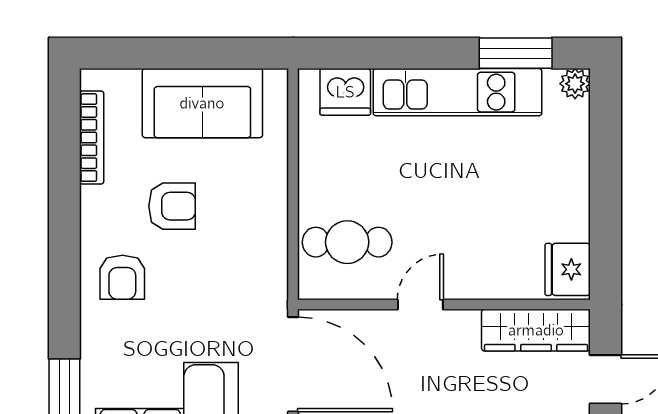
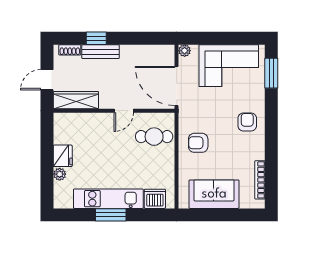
window: (516, 53) -> (111, 215), moved
plant: (575, 84) -> (60, 174), moved
armchair: (172, 206) -> (198, 143), moved
fridge: (568, 269) -> (63, 156), moved

